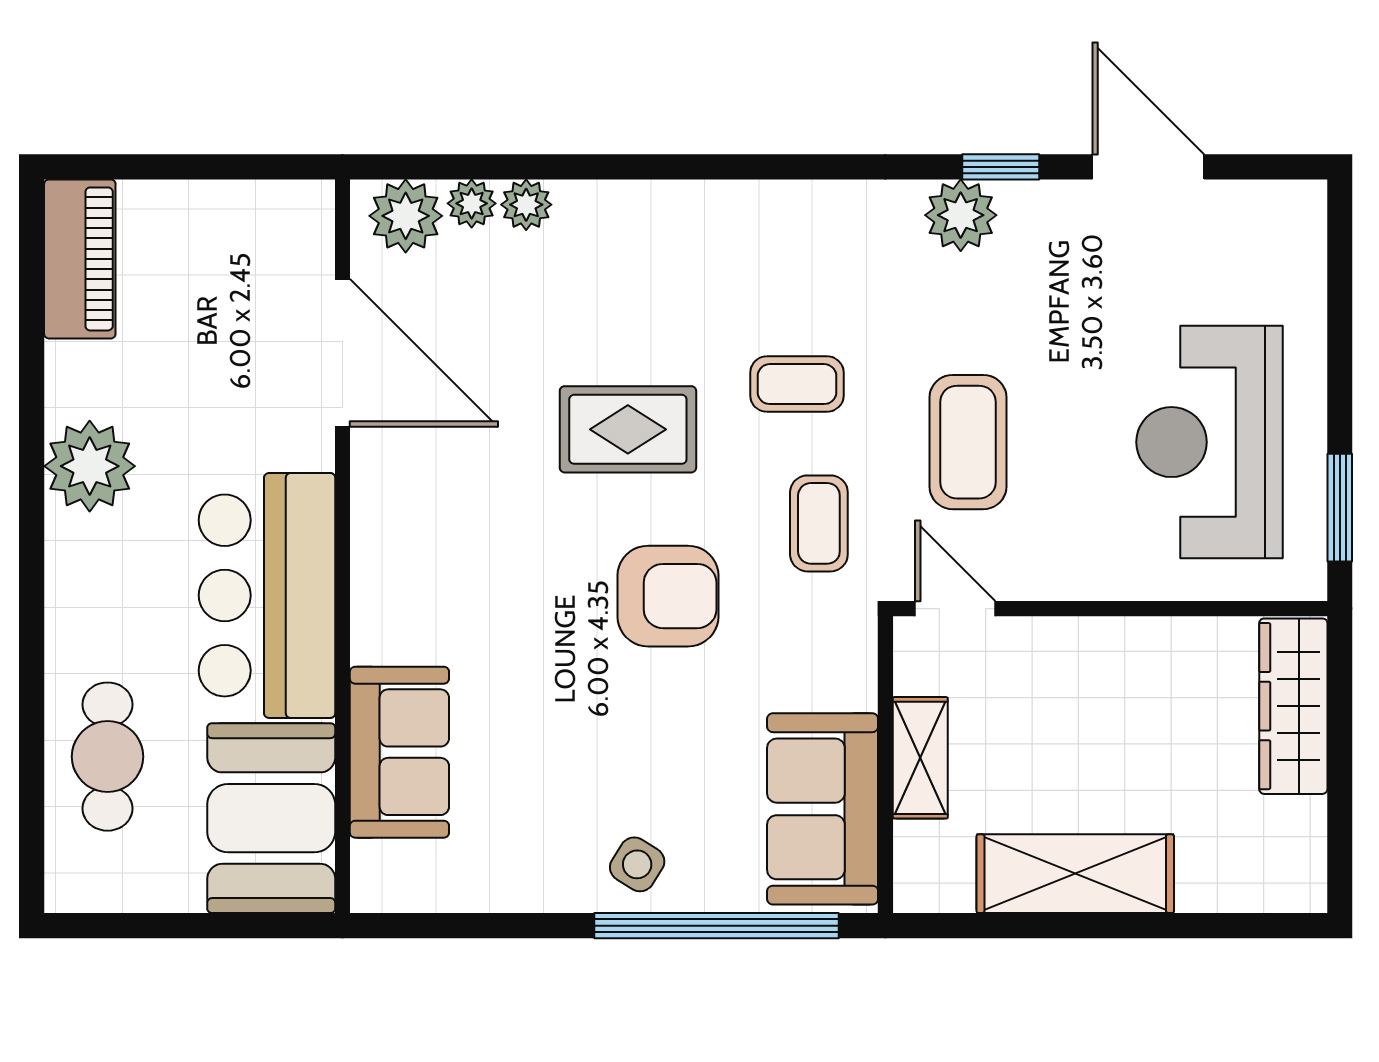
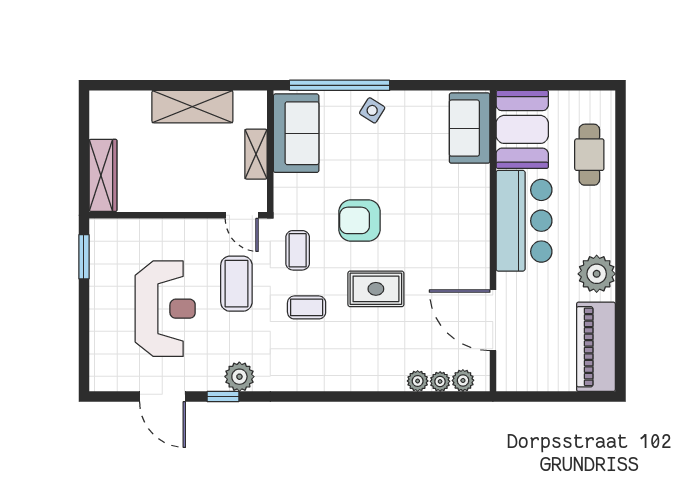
plant: (406, 216) -> (463, 380), width x0.73, depth x0.73
piano: (80, 259) -> (596, 347), width x1.37, depth x1.33
reception desk: (1210, 442) -> (165, 309), moved
sofa: (399, 752) -> (470, 128), moved

